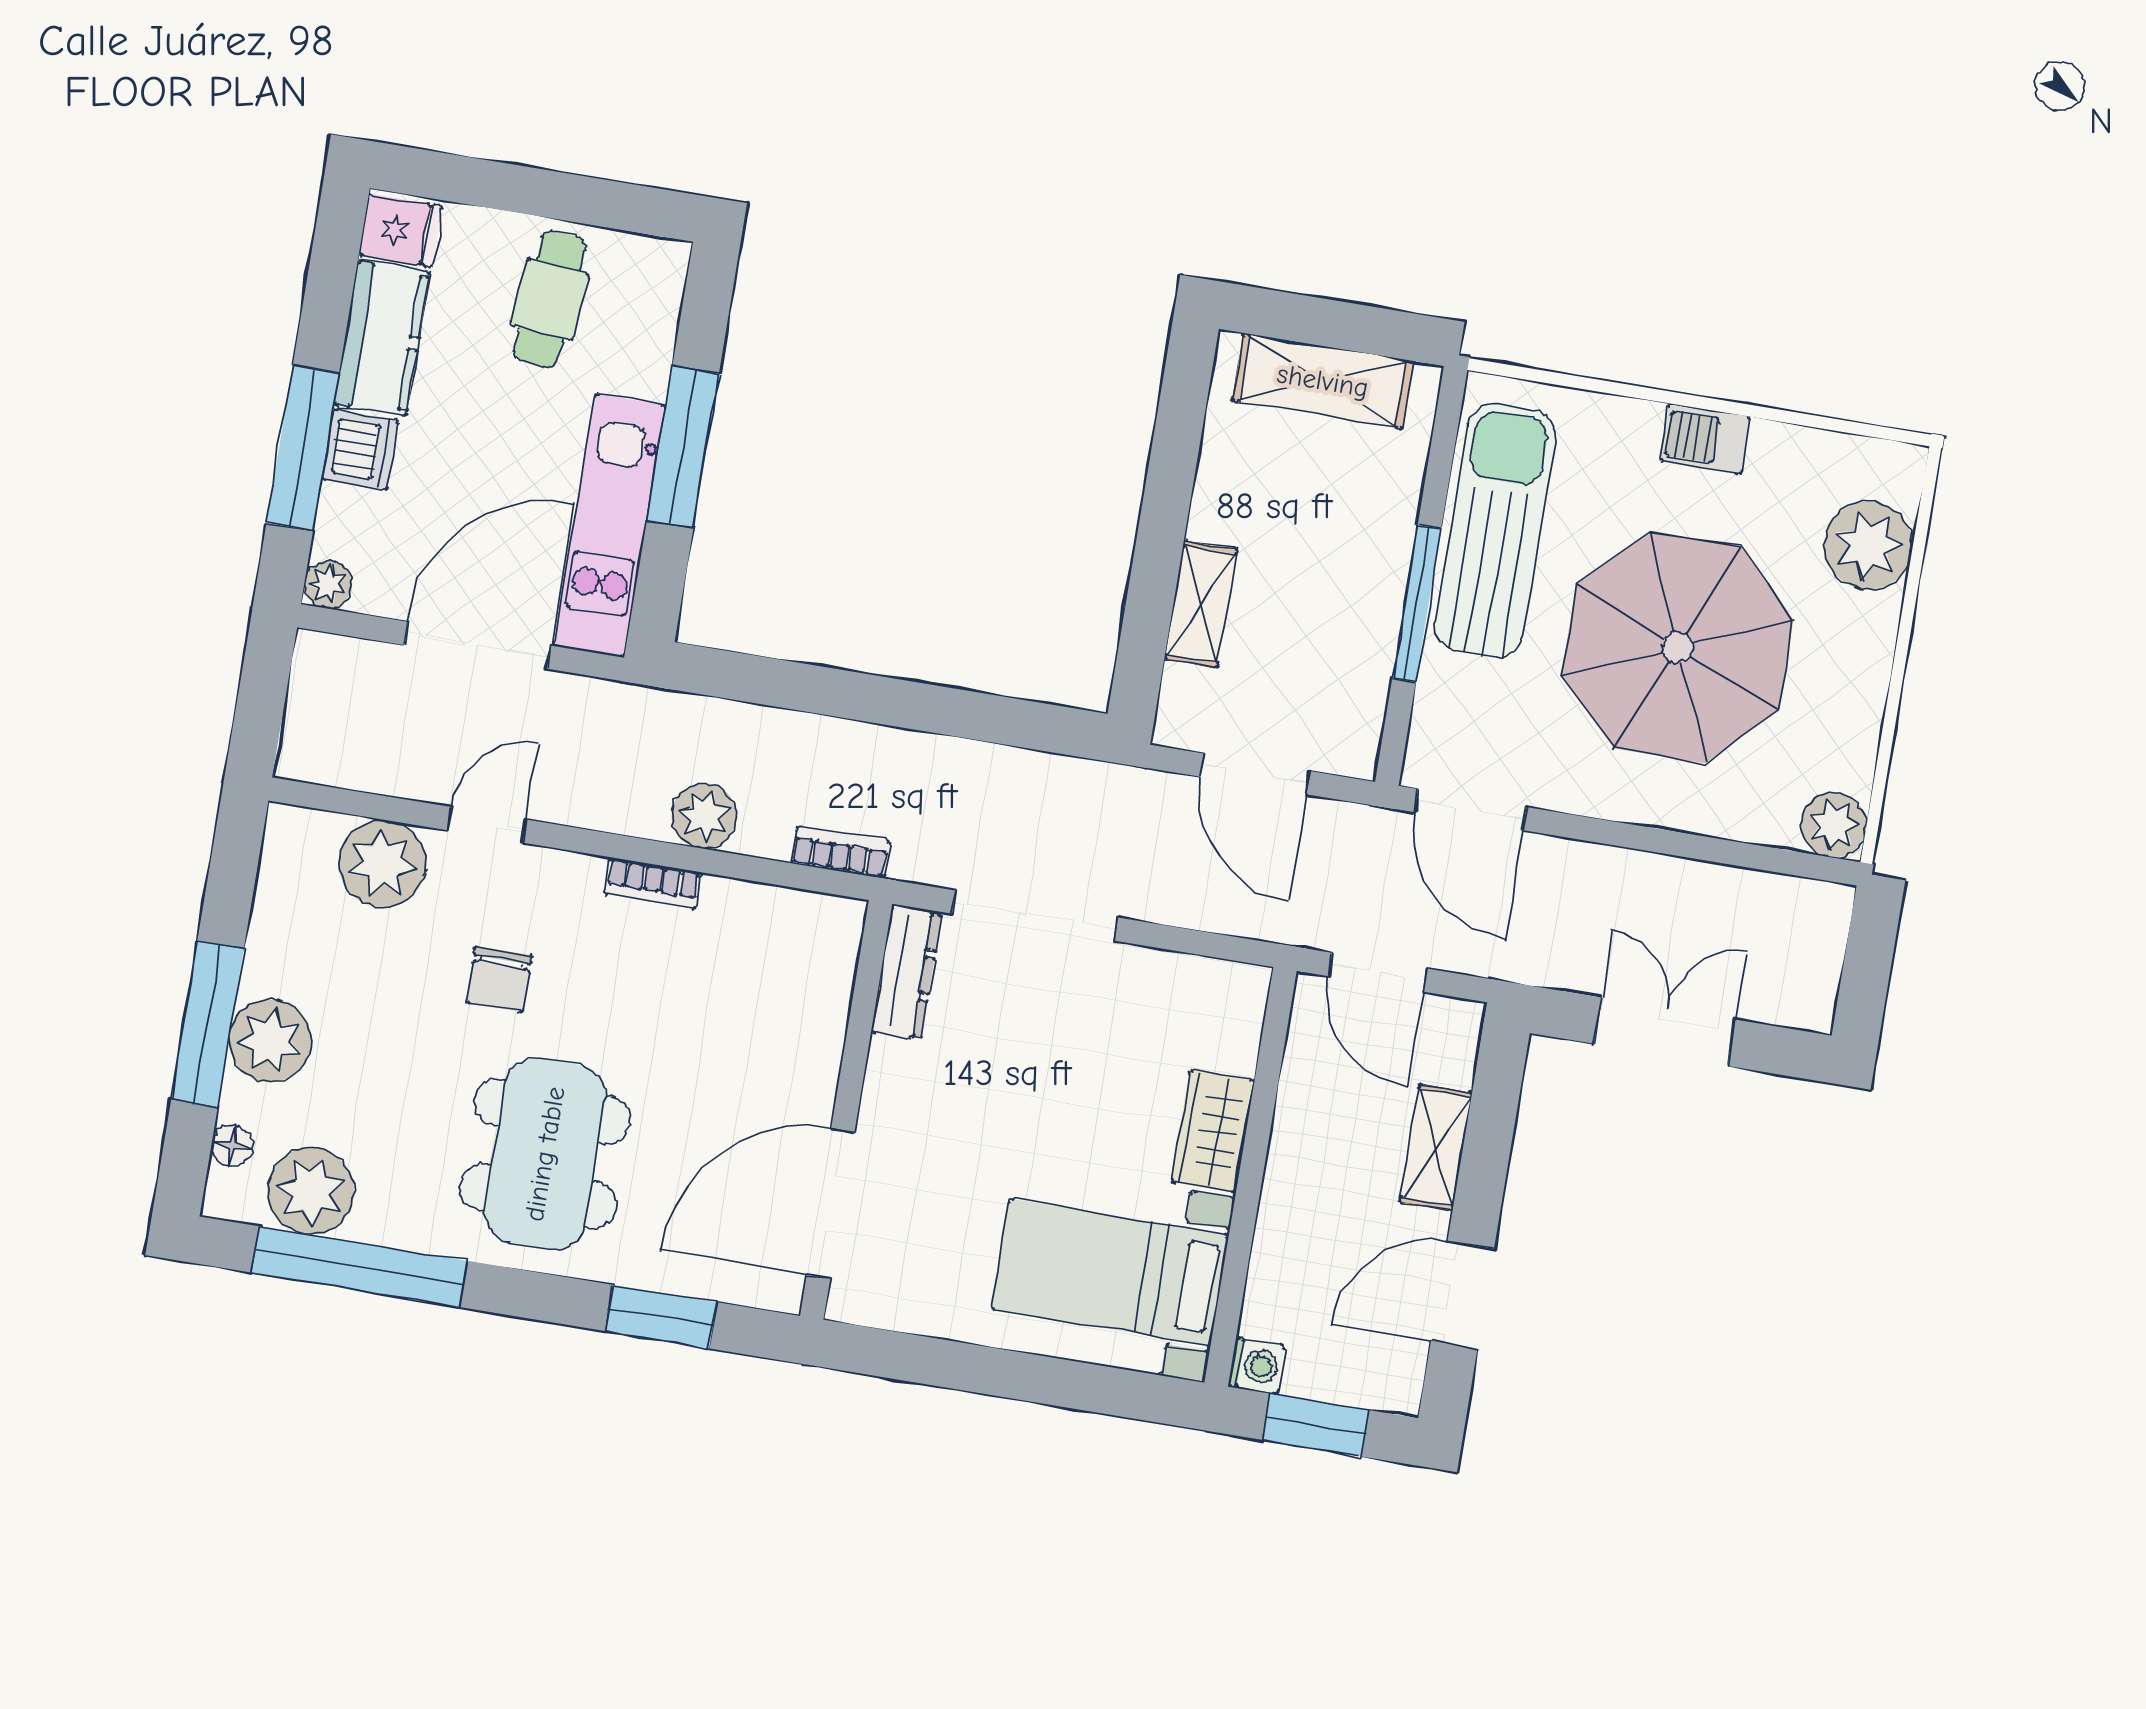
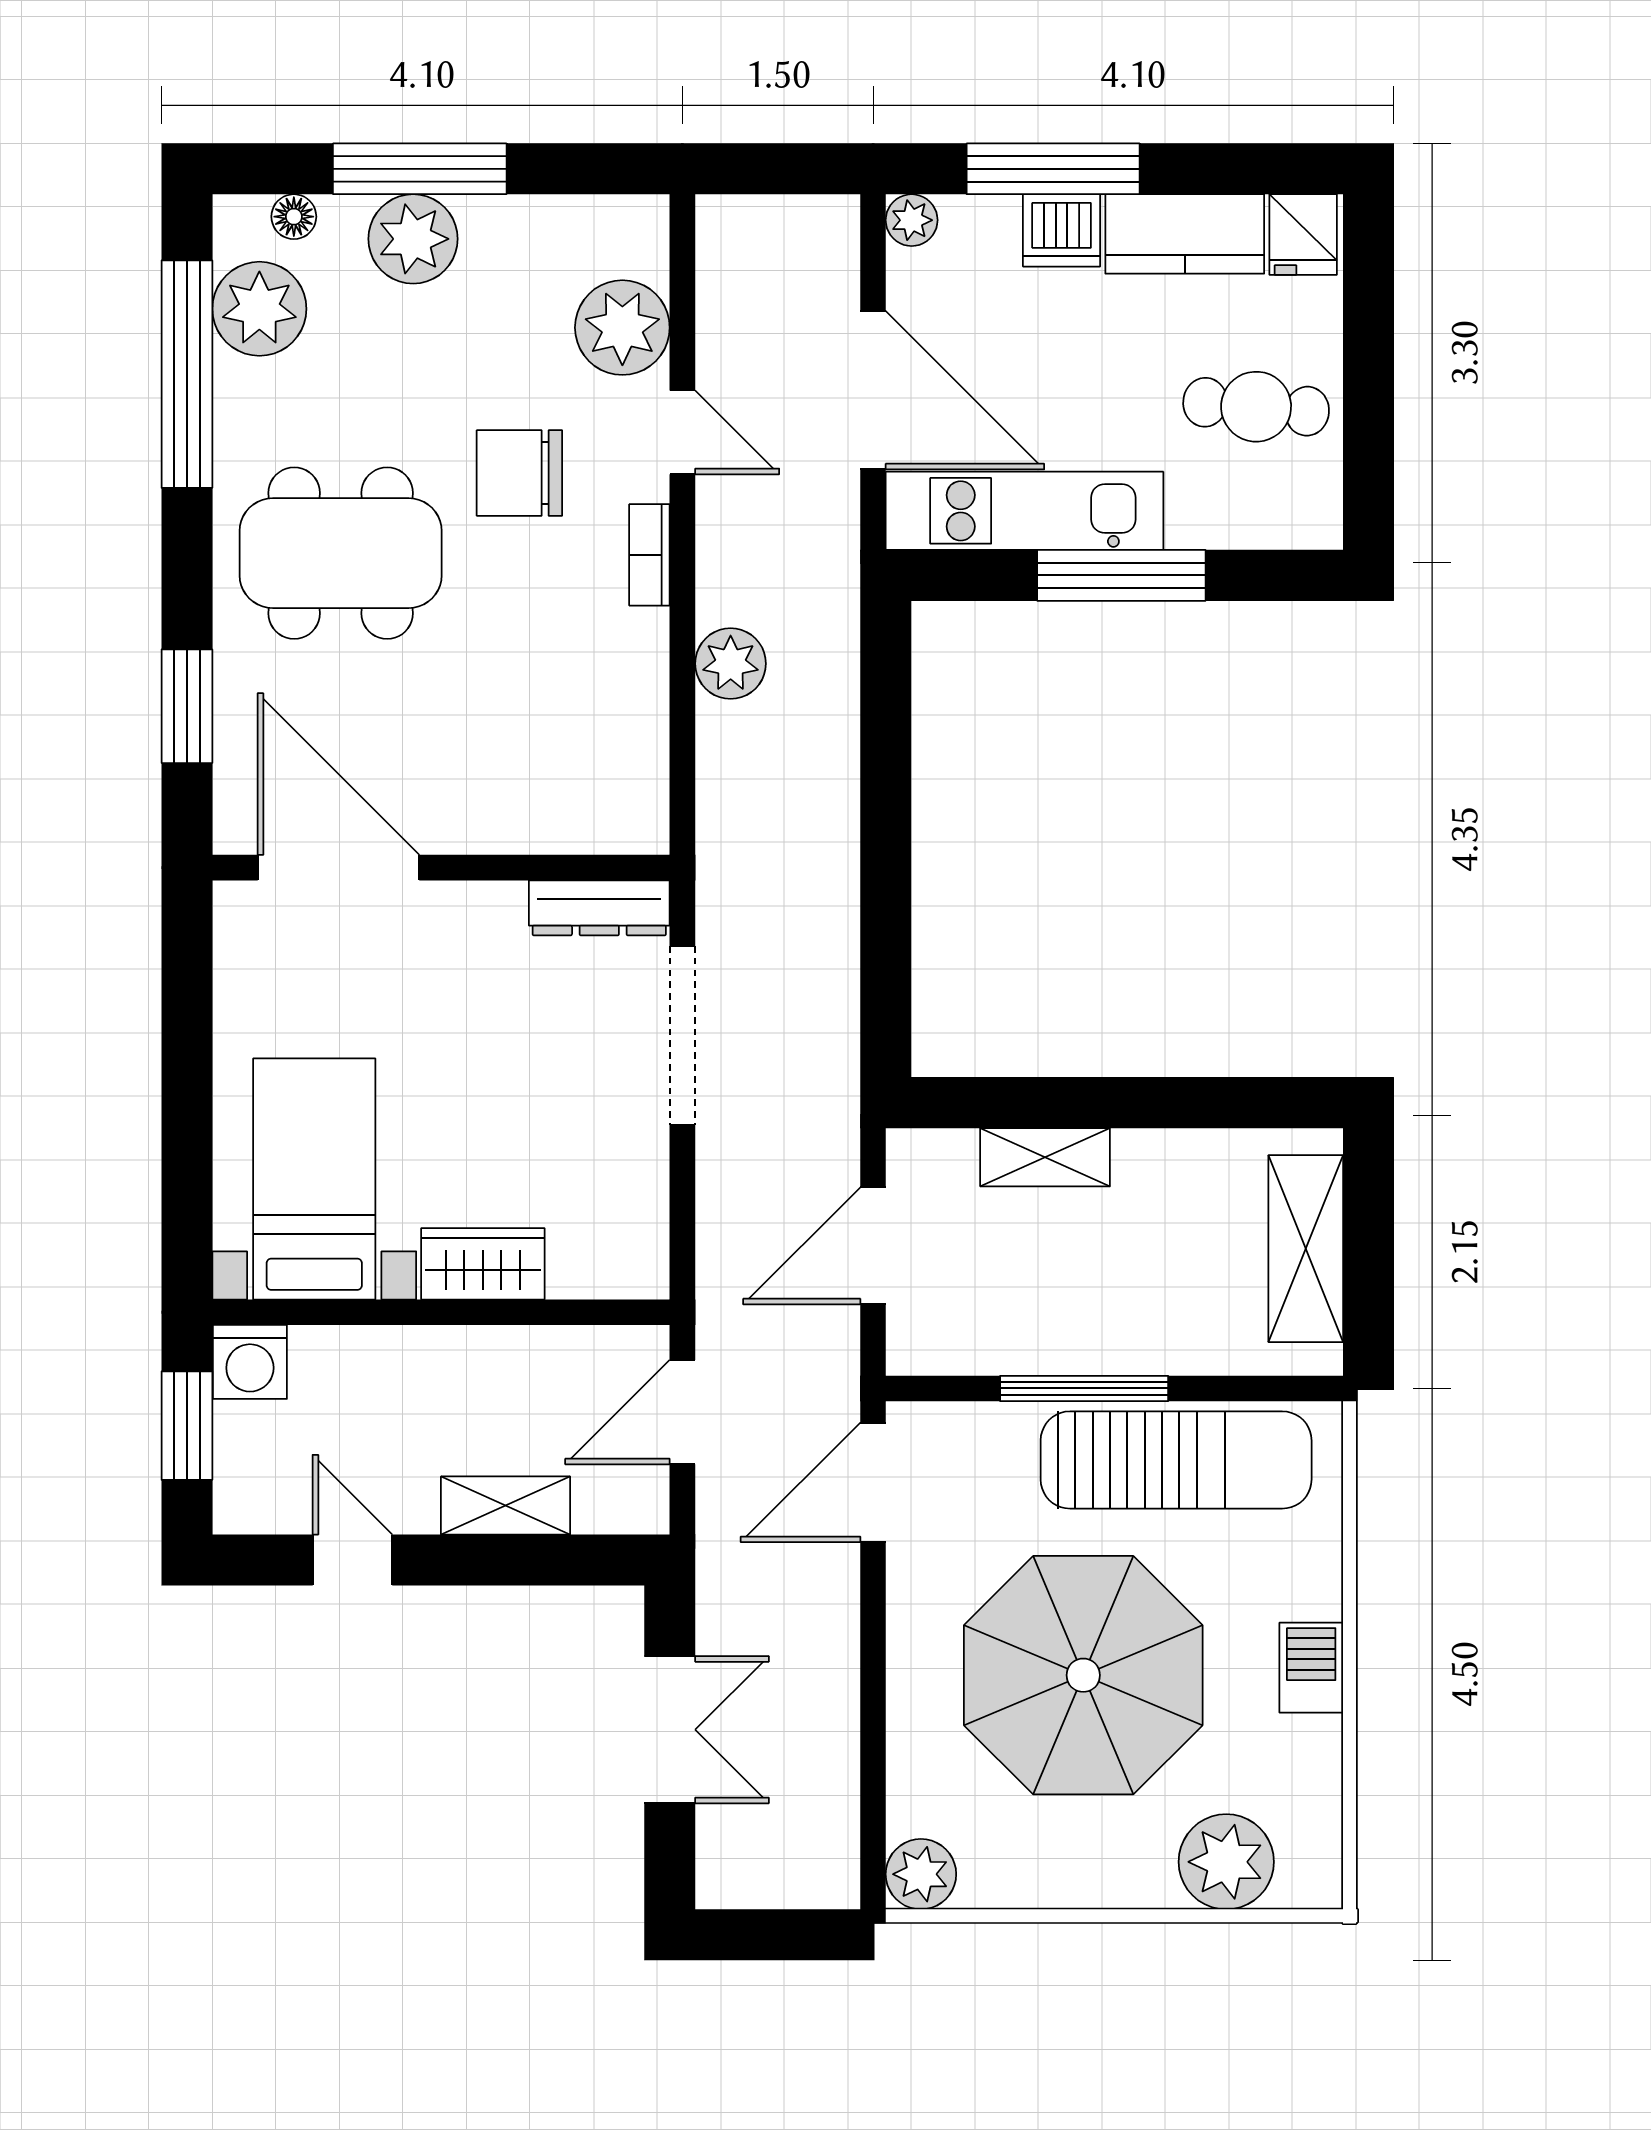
bookcase: (840, 852) -> (716, 816), removed
bookcase: (653, 883) -> (649, 555), moved
chair: (499, 979) -> (519, 473), width x1.37, depth x1.37
door: (1463, 1295) -> (352, 1560), width x0.73
washing machine: (1256, 1366) -> (250, 1362), width x1.38, depth x1.38

